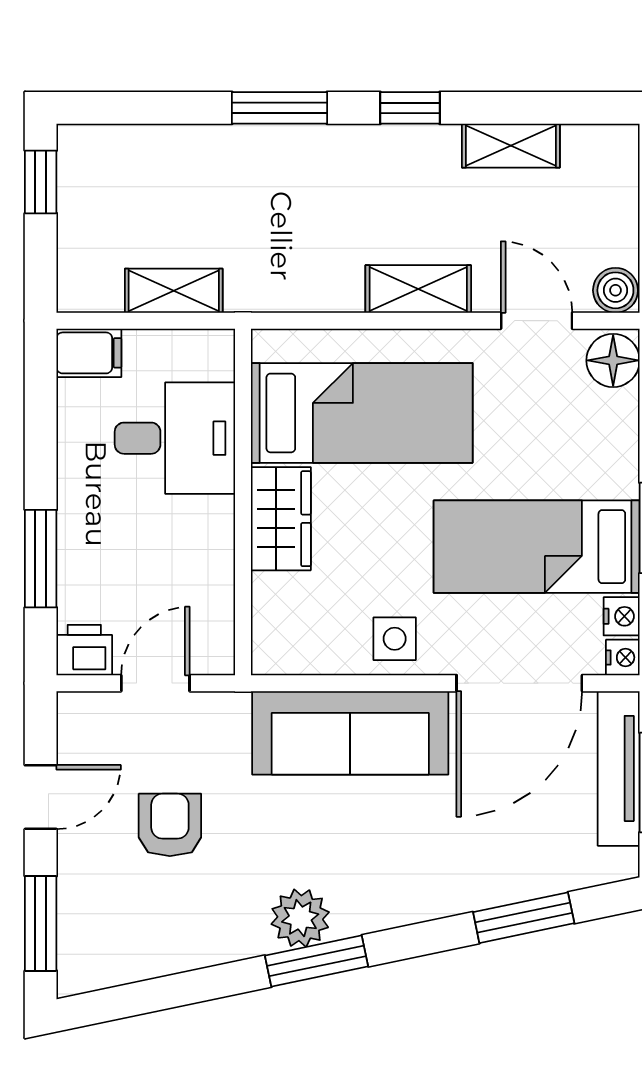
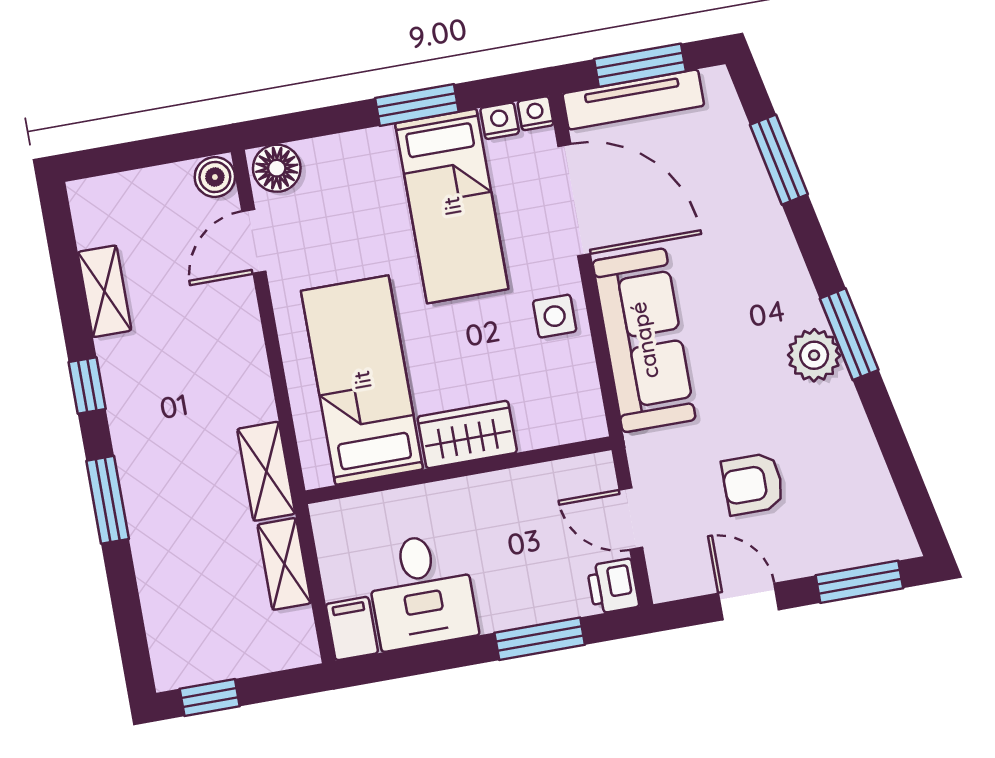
shelving: (418, 289) -> (266, 471), moved
desk: (175, 438) -> (422, 591), moved, turned 180

